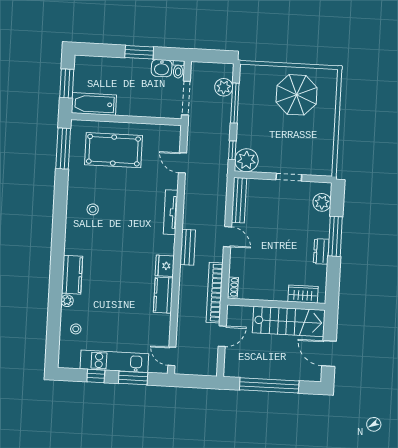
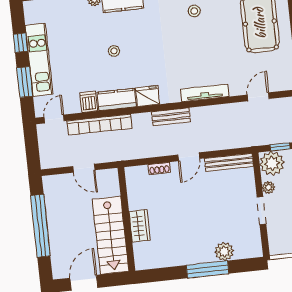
plant: (268, 167) -> (269, 187), added
plant: (322, 202) -> (224, 251), moved
dresser: (321, 251) -> (189, 257), removed
shoe rack: (233, 287) -> (159, 168), moved
bookcase: (215, 293) -> (100, 125), moved, turned 180
wardrobe: (303, 294) -> (140, 226), moved
dishwasher: (161, 321) -> (89, 102), added
stool: (76, 329) -> (114, 51), moved

